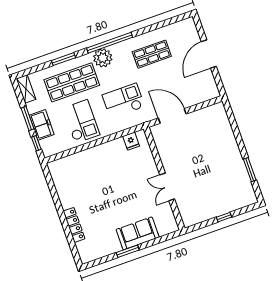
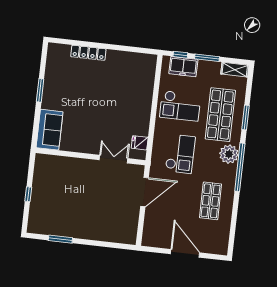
freezer: (42, 125) -> (183, 67), moved
double door: (167, 187) -> (114, 159), moved
sofa: (138, 233) -> (50, 130), moved

